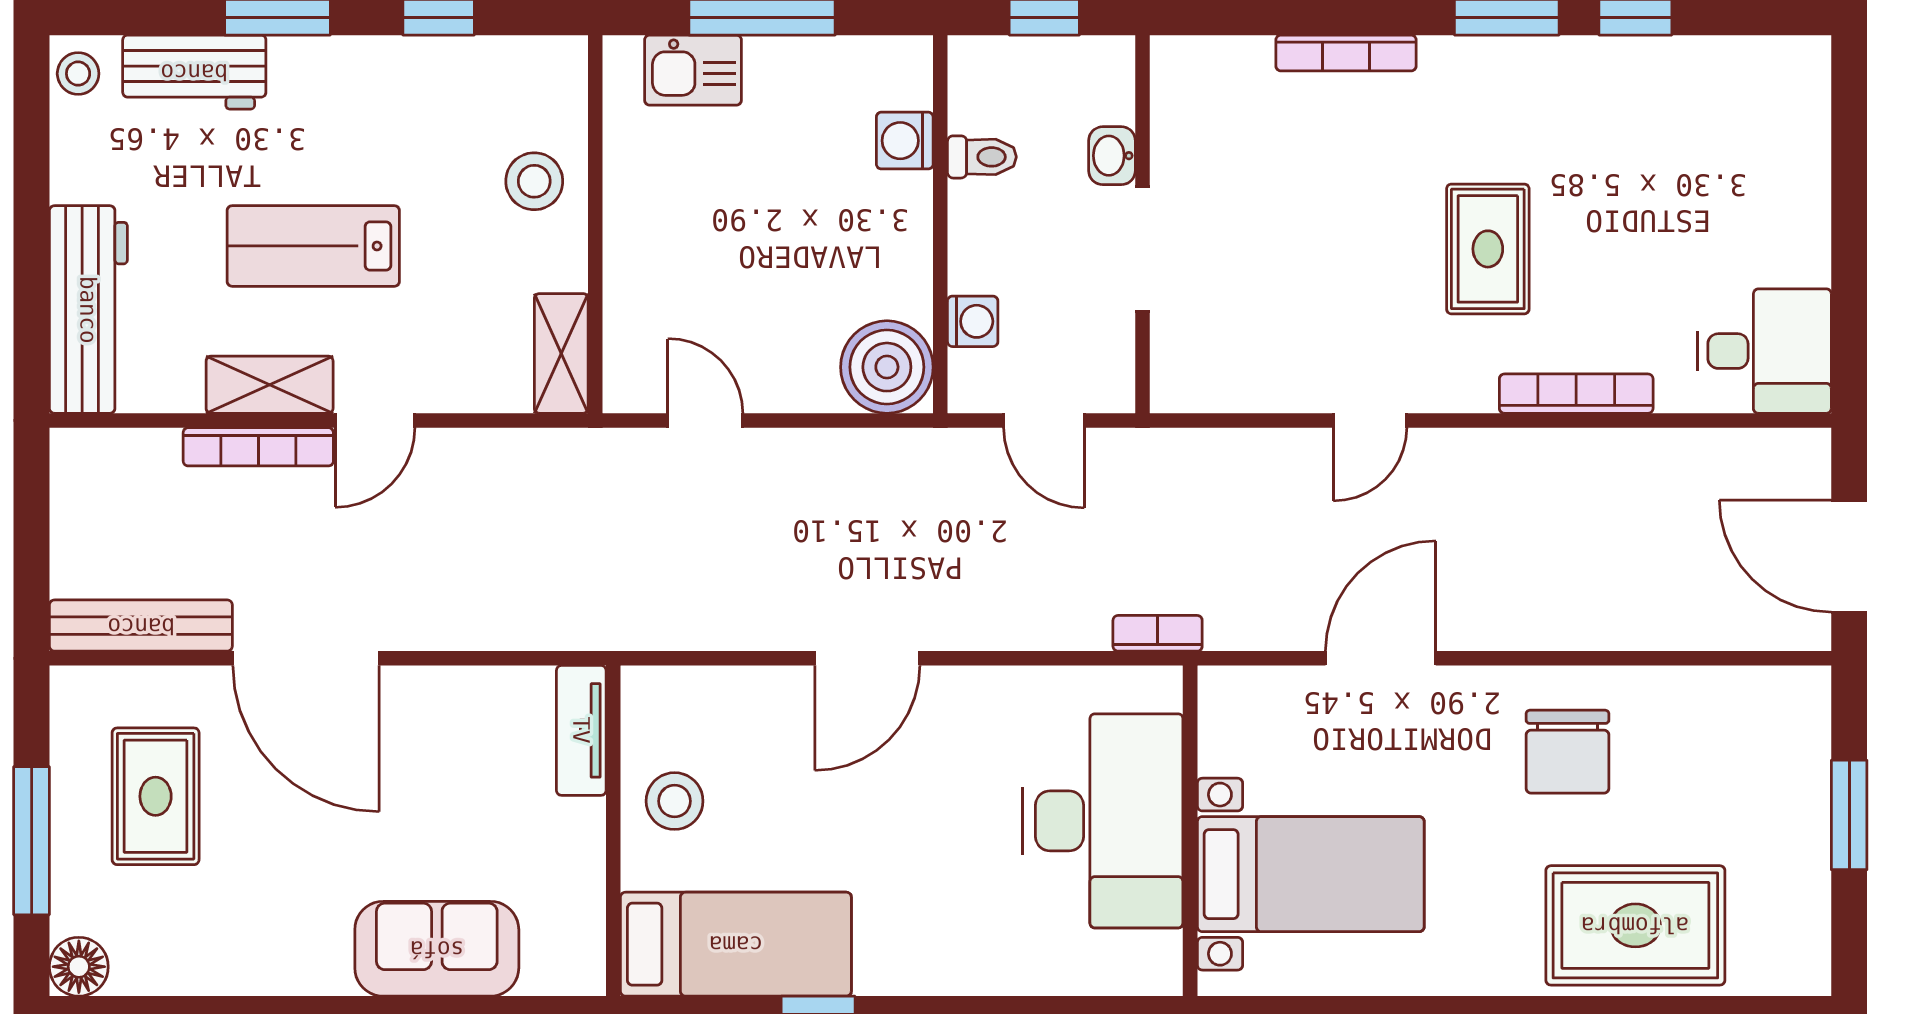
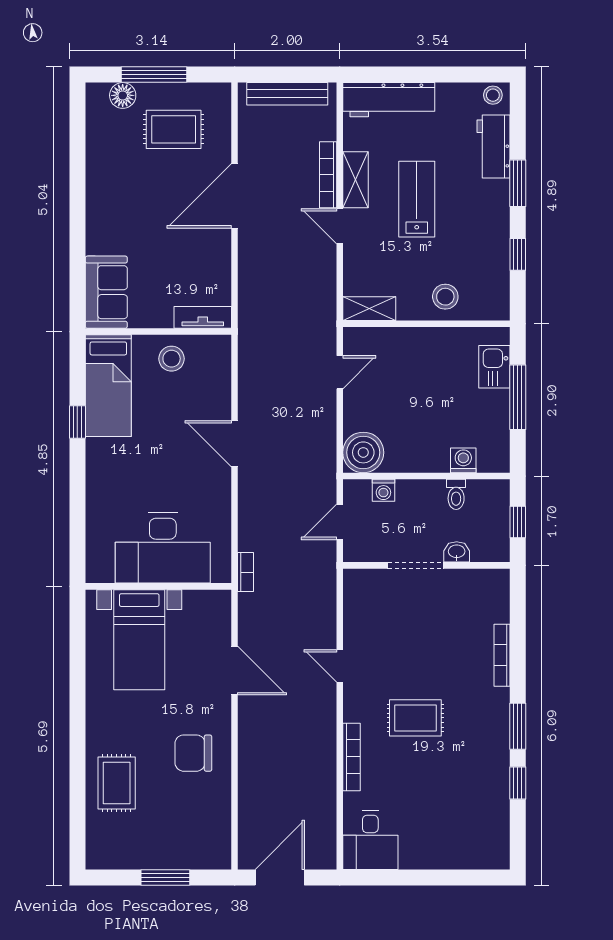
bench: (141, 626) -> (287, 94), moved, turned 90
rug: (1635, 925) -> (117, 783), width x0.73, depth x0.70
sofa: (437, 949) -> (106, 292), moved
floor lamp: (79, 967) -> (123, 95), moved

